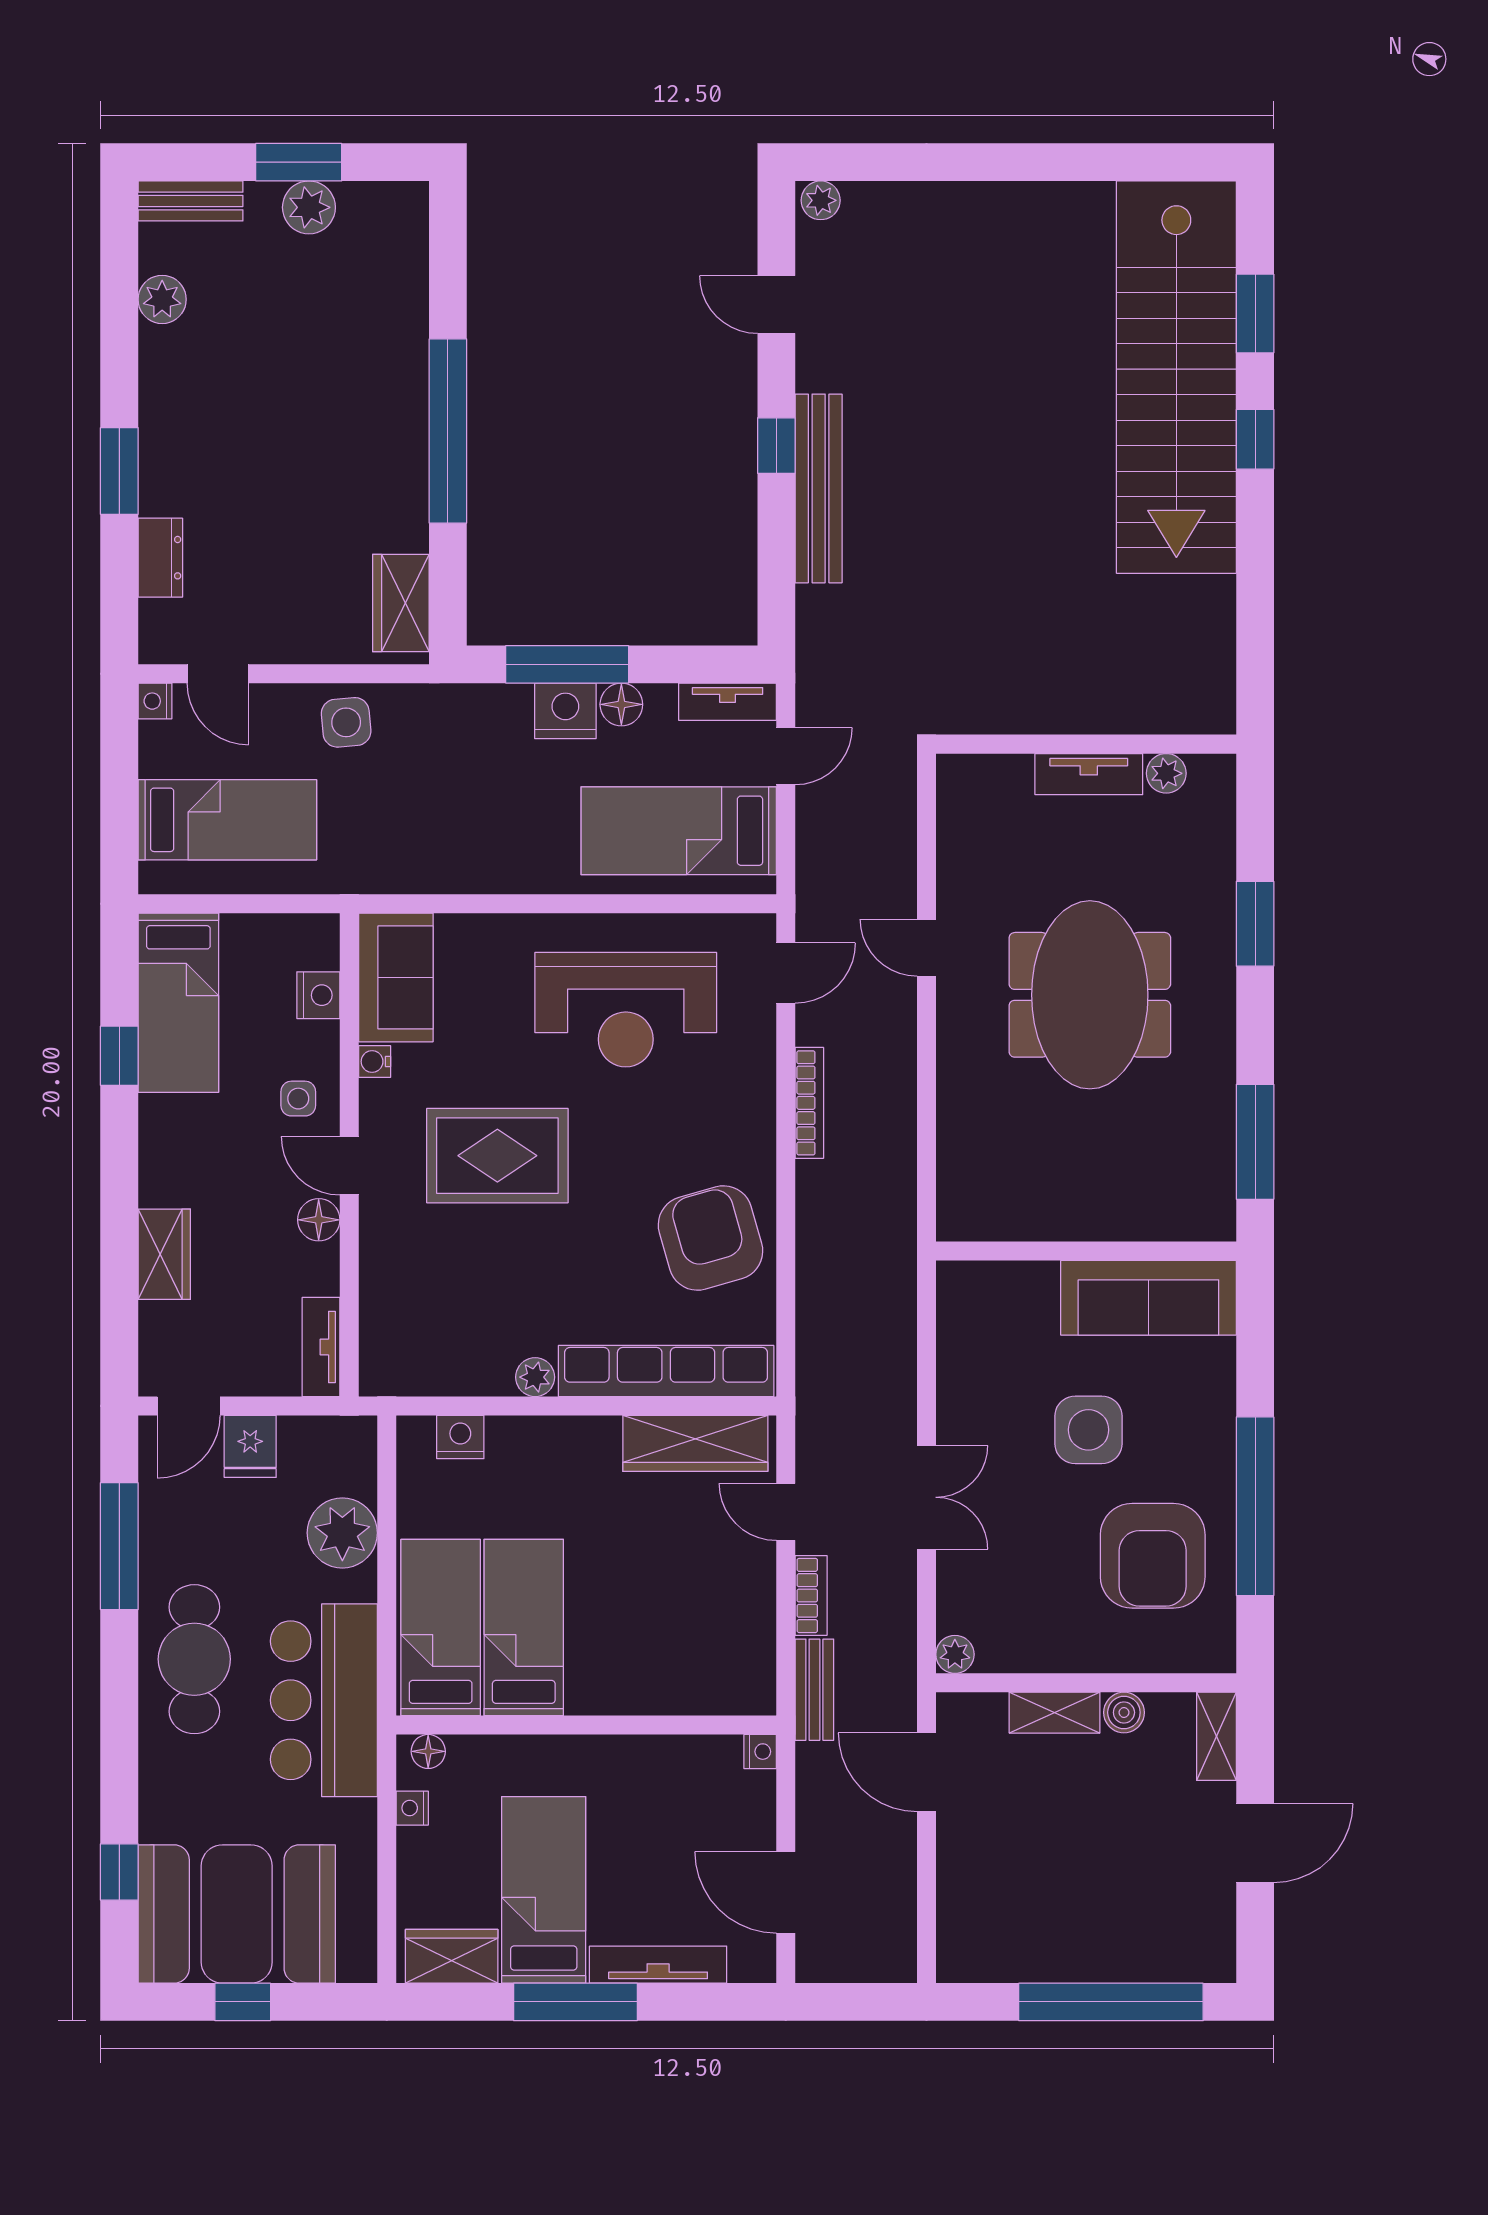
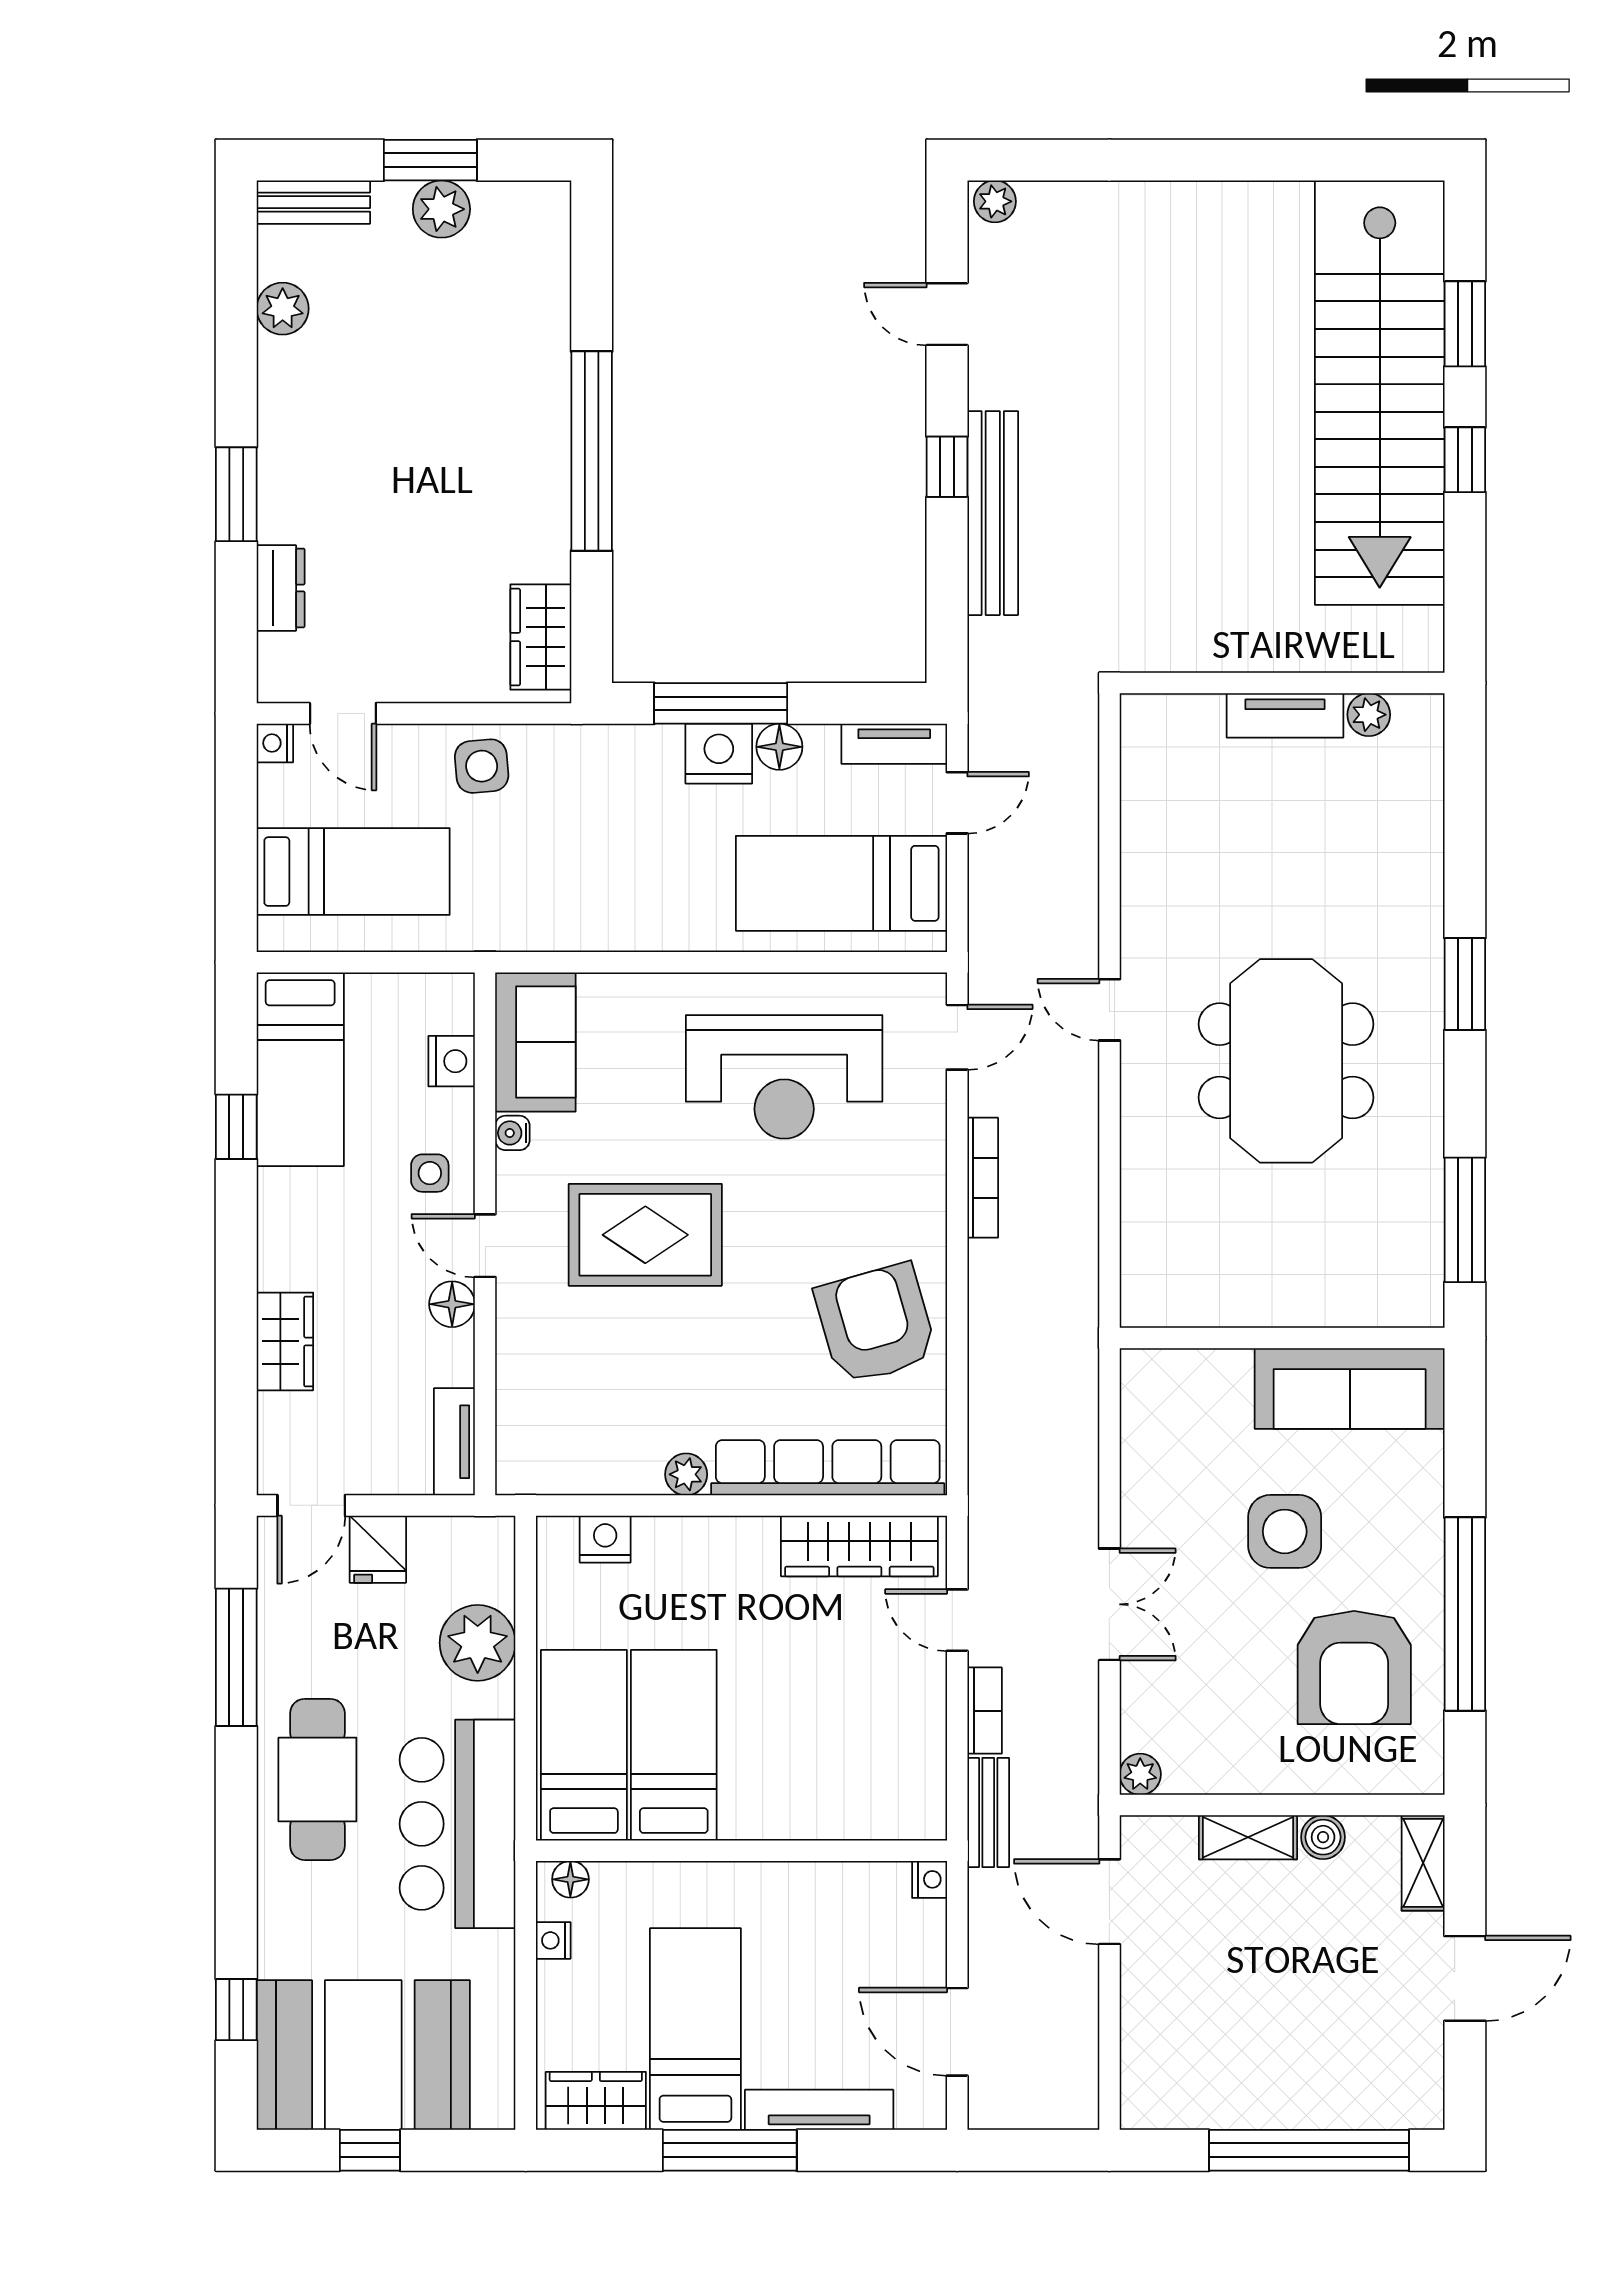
wall: (1086, 744) -> (1282, 683), moved
plant: (1166, 773) -> (1369, 715), moved
tv unit: (1089, 774) -> (1285, 715), moved

